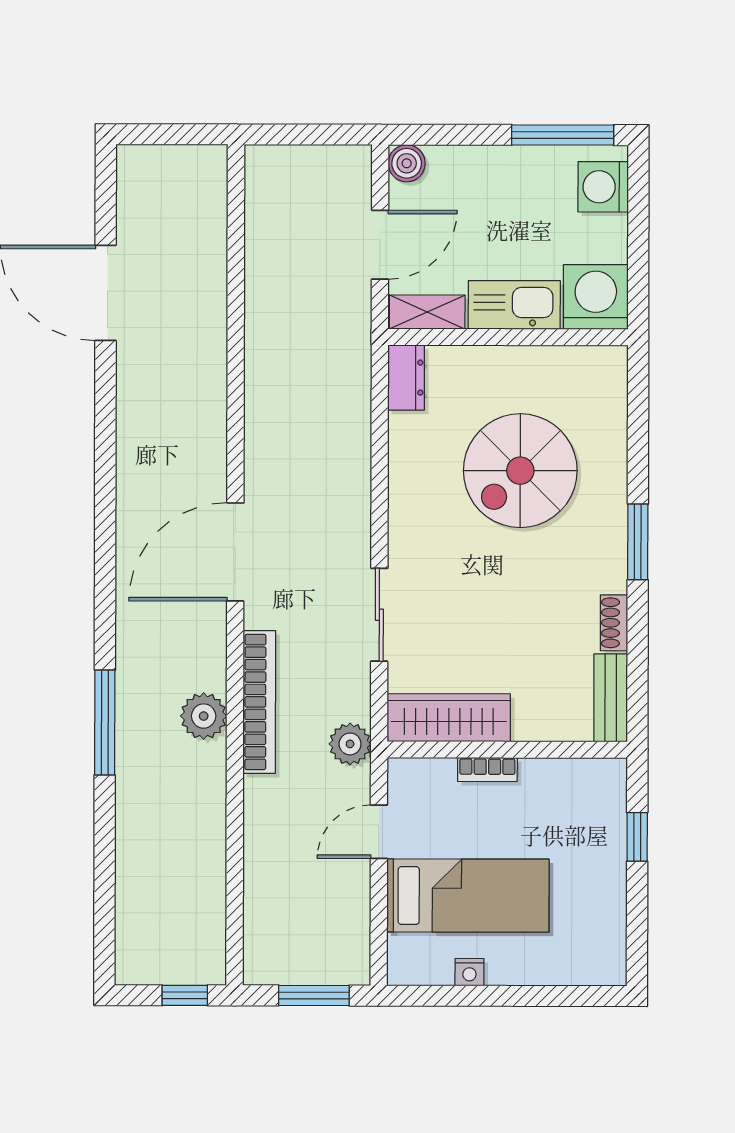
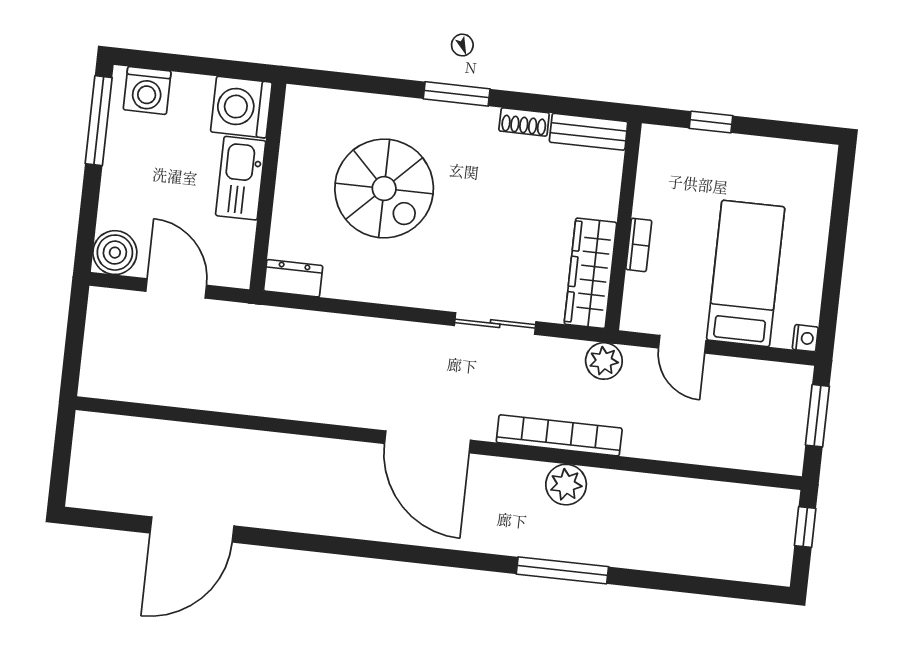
boiler: (407, 163) -> (115, 253), width x1.36, depth x1.36
shelving: (427, 312) -> (239, 254), removed
nightstand: (469, 972) -> (805, 338), moved

